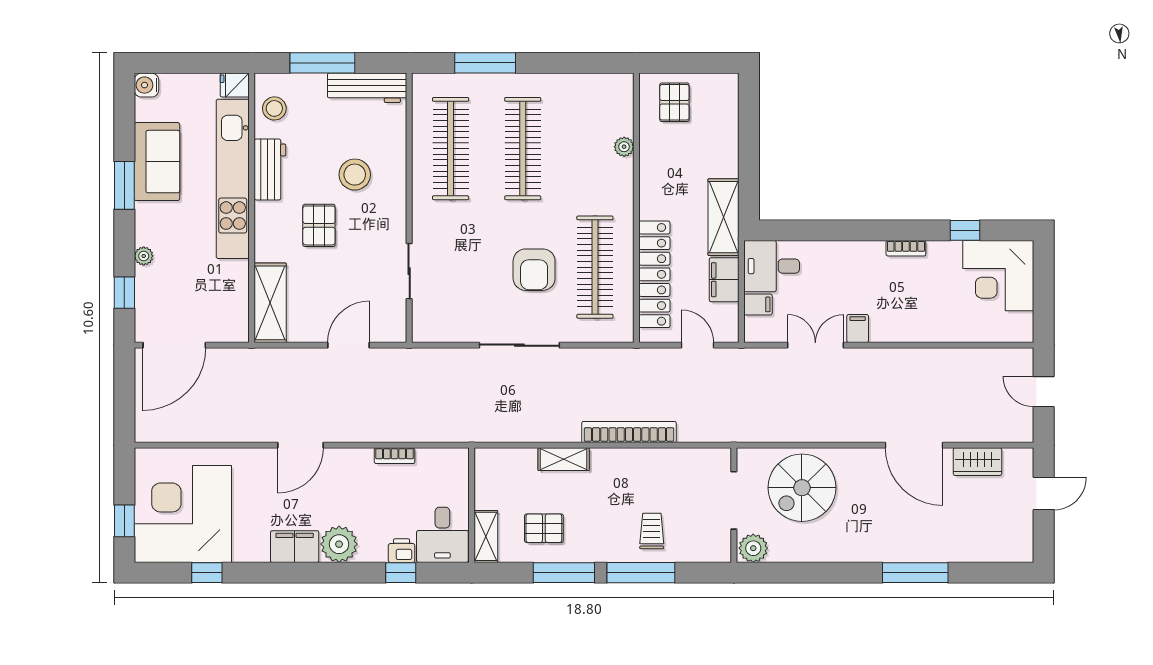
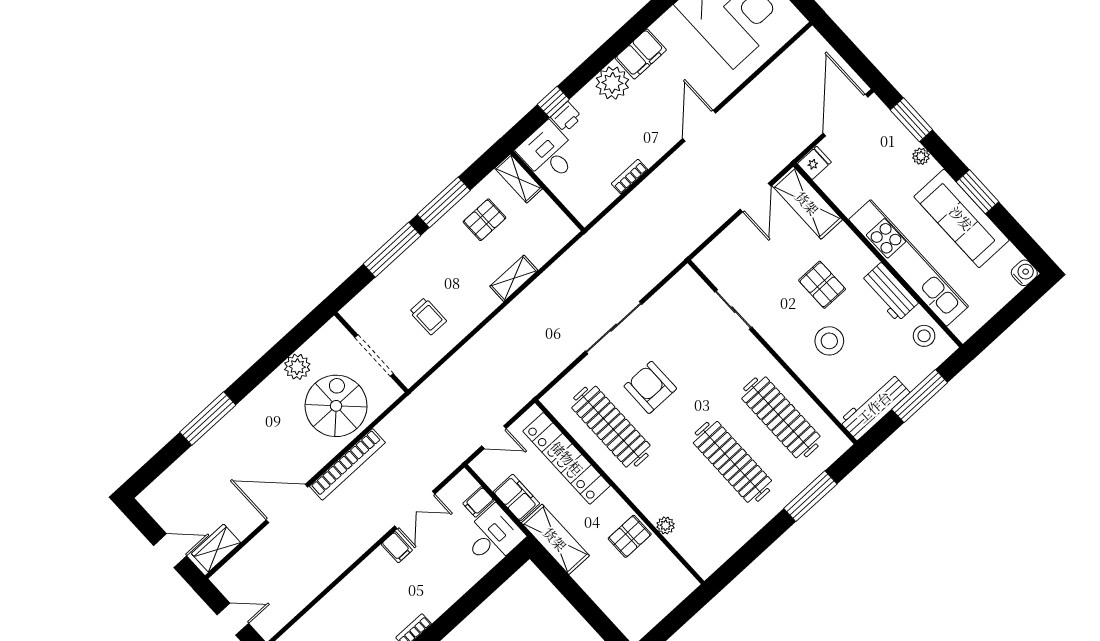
fridge: (235, 85) -> (814, 163), moved
pallet: (674, 102) -> (630, 536), moved, turned 90
sofa: (157, 162) -> (961, 218), width x1.36
window: (124, 293) -> (911, 120), width x1.50
door: (349, 345) -> (755, 198), moved
bookcase: (629, 432) -> (347, 464), moved
wardrobe: (977, 462) -> (216, 548), moved
door: (1044, 494) -> (170, 551), swing flipped
trolley: (652, 531) -> (428, 316), moved
plant: (753, 548) -> (297, 367), moved

